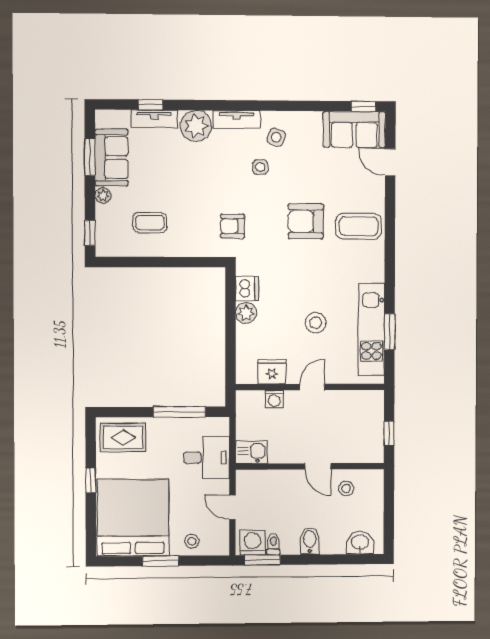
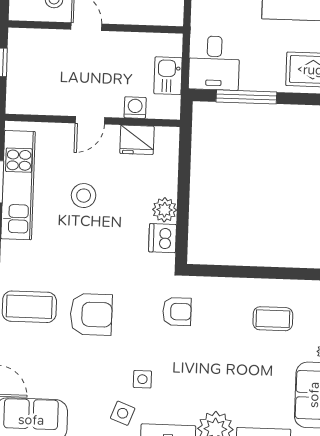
kitchen sink: (251, 452) -> (168, 76), moved, turned 90
desk: (206, 458) -> (214, 63), moved, turned -90

